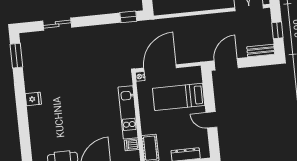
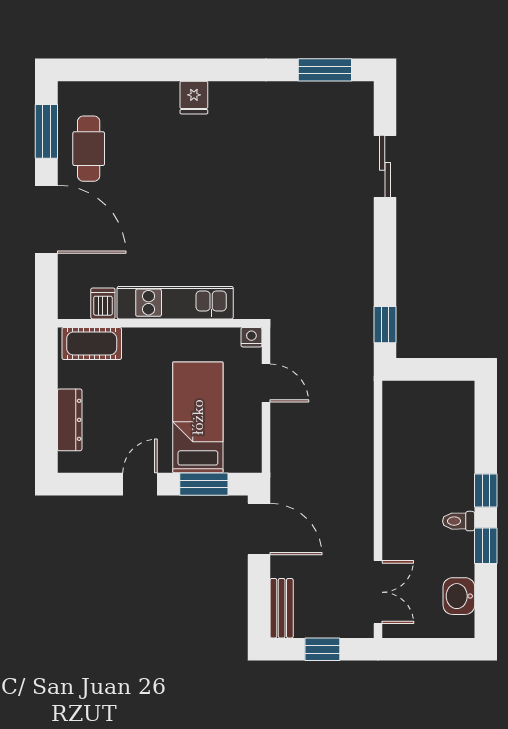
door: (160, 68) -> (266, 383), width x0.53
window: (208, 91) -> (204, 484), added
fridge: (33, 99) -> (194, 98), moved

